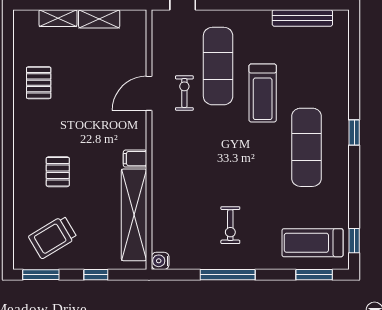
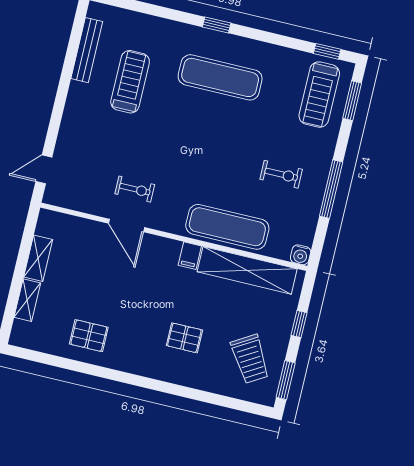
exercise mat: (218, 66) -> (227, 227), moved
exercise bike: (184, 93) -> (135, 189), turned 180
treadmill: (263, 93) -> (130, 82), moved, turned -90

